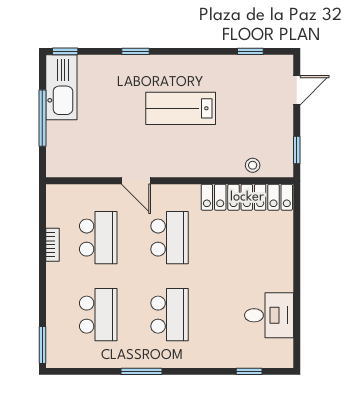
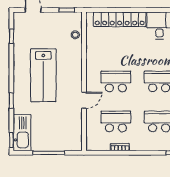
kitchen sink: (61, 87) -> (22, 133), moved, turned 90
lab bench: (181, 108) -> (43, 75), width x1.36, depth x1.39
locker: (247, 197) -> (120, 19), moved, turned 90

